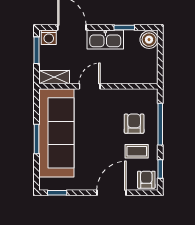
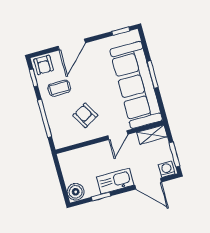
armchair: (134, 124) -> (85, 115), moved, turned 150

